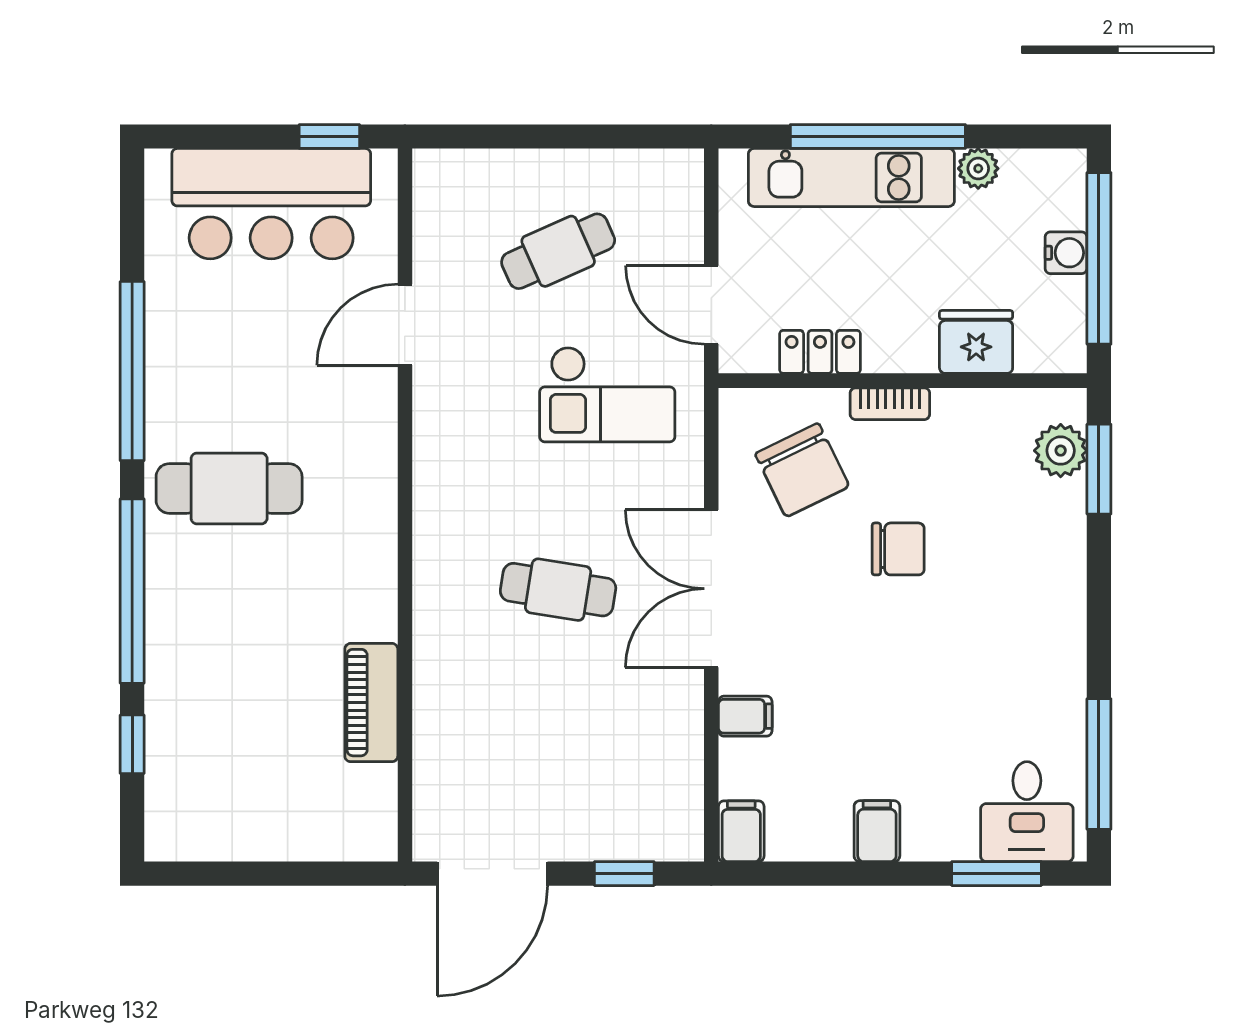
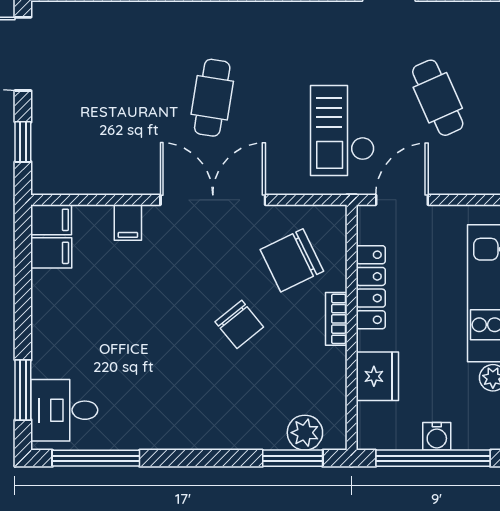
locker: (820, 352) -> (371, 287), width x1.53
chair: (898, 549) -> (239, 324), turned -39
filing cabinet: (877, 831) -> (51, 253), moved

